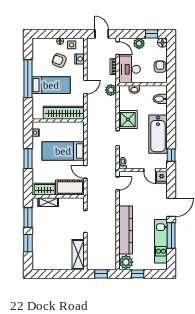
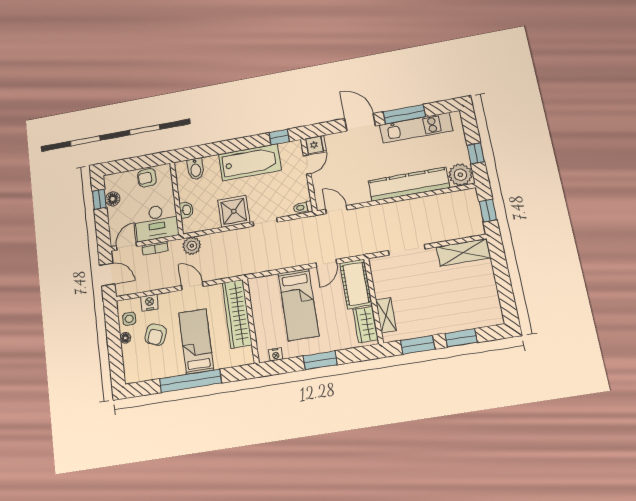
door: (102, 34) -> (107, 275), swing flipped
plant: (139, 43) -> (116, 215), removed
floor lamp: (162, 43) -> (113, 199), moved

